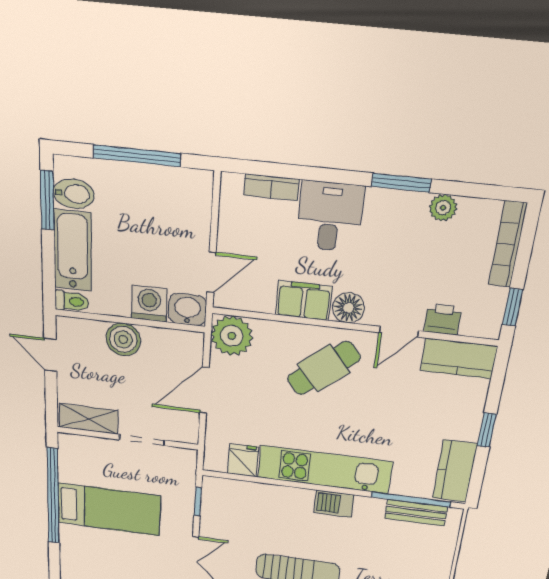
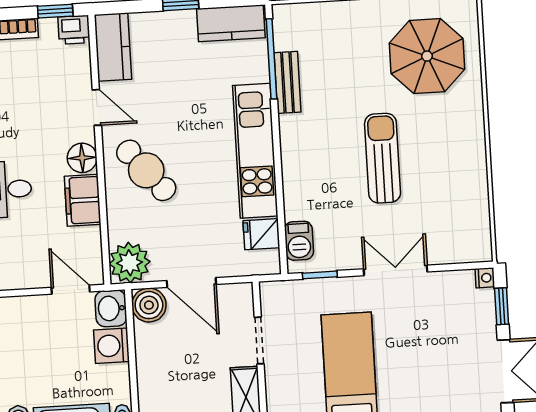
printer: (443, 319) -> (74, 30), moved, turned -90
boiler: (123, 339) -> (149, 305), moved
barbecue: (334, 504) -> (299, 241), moved
bench: (416, 513) -> (287, 82), moved

